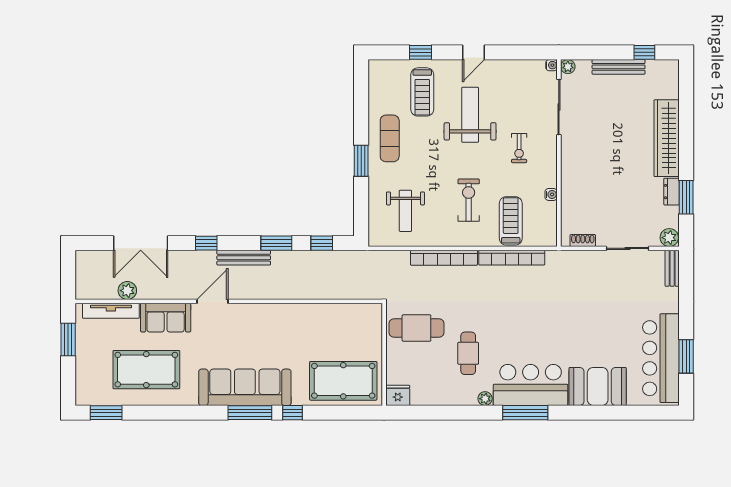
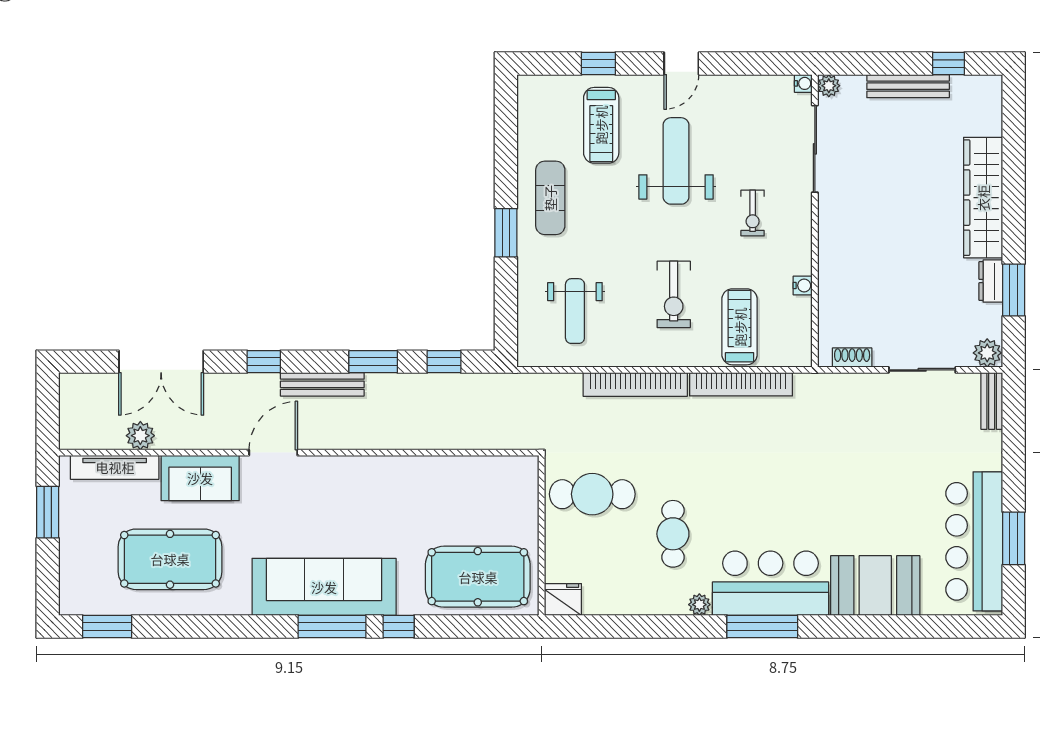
exercise bike: (469, 200) -> (674, 294), turned 180

